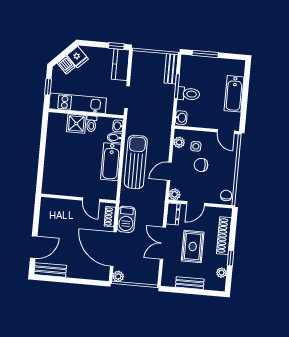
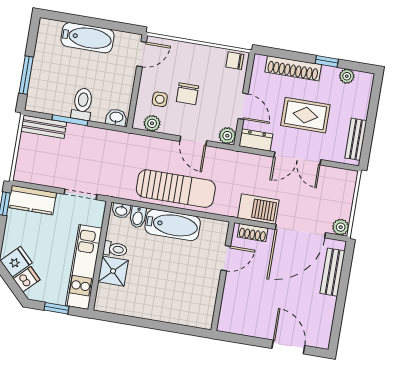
sun lounger: (136, 162) -> (176, 189), turned 180
bench: (50, 270) -> (332, 272), moved
bench: (190, 283) -> (356, 139), moved

